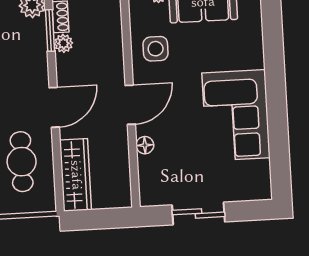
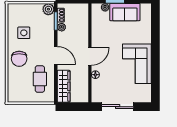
side table: (156, 49) -> (103, 32), removed
door: (54, 107) -> (56, 56), hinge flipped
sliding door: (198, 213) -> (118, 107), width x1.37

